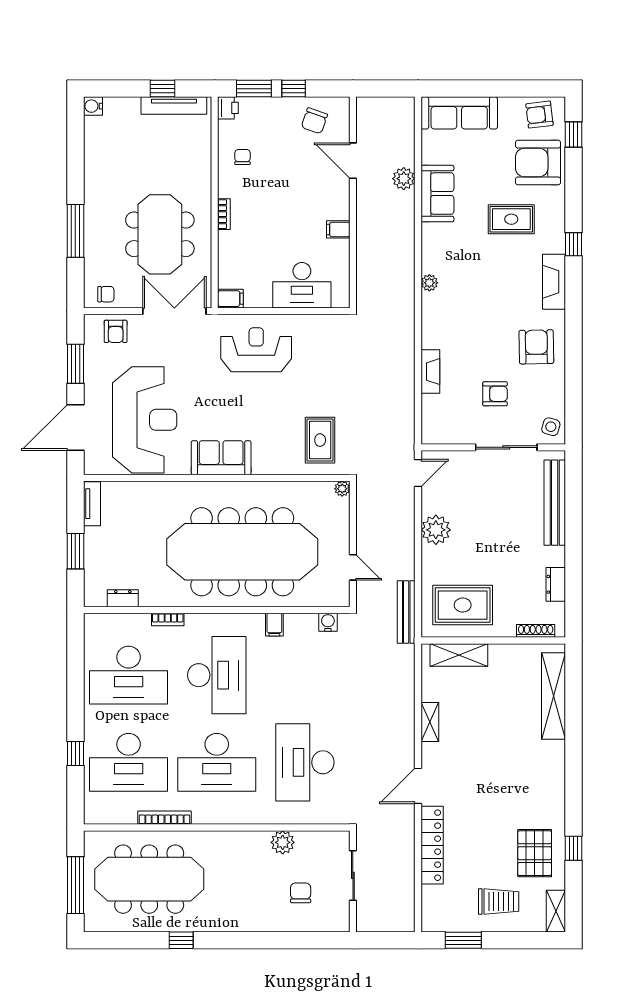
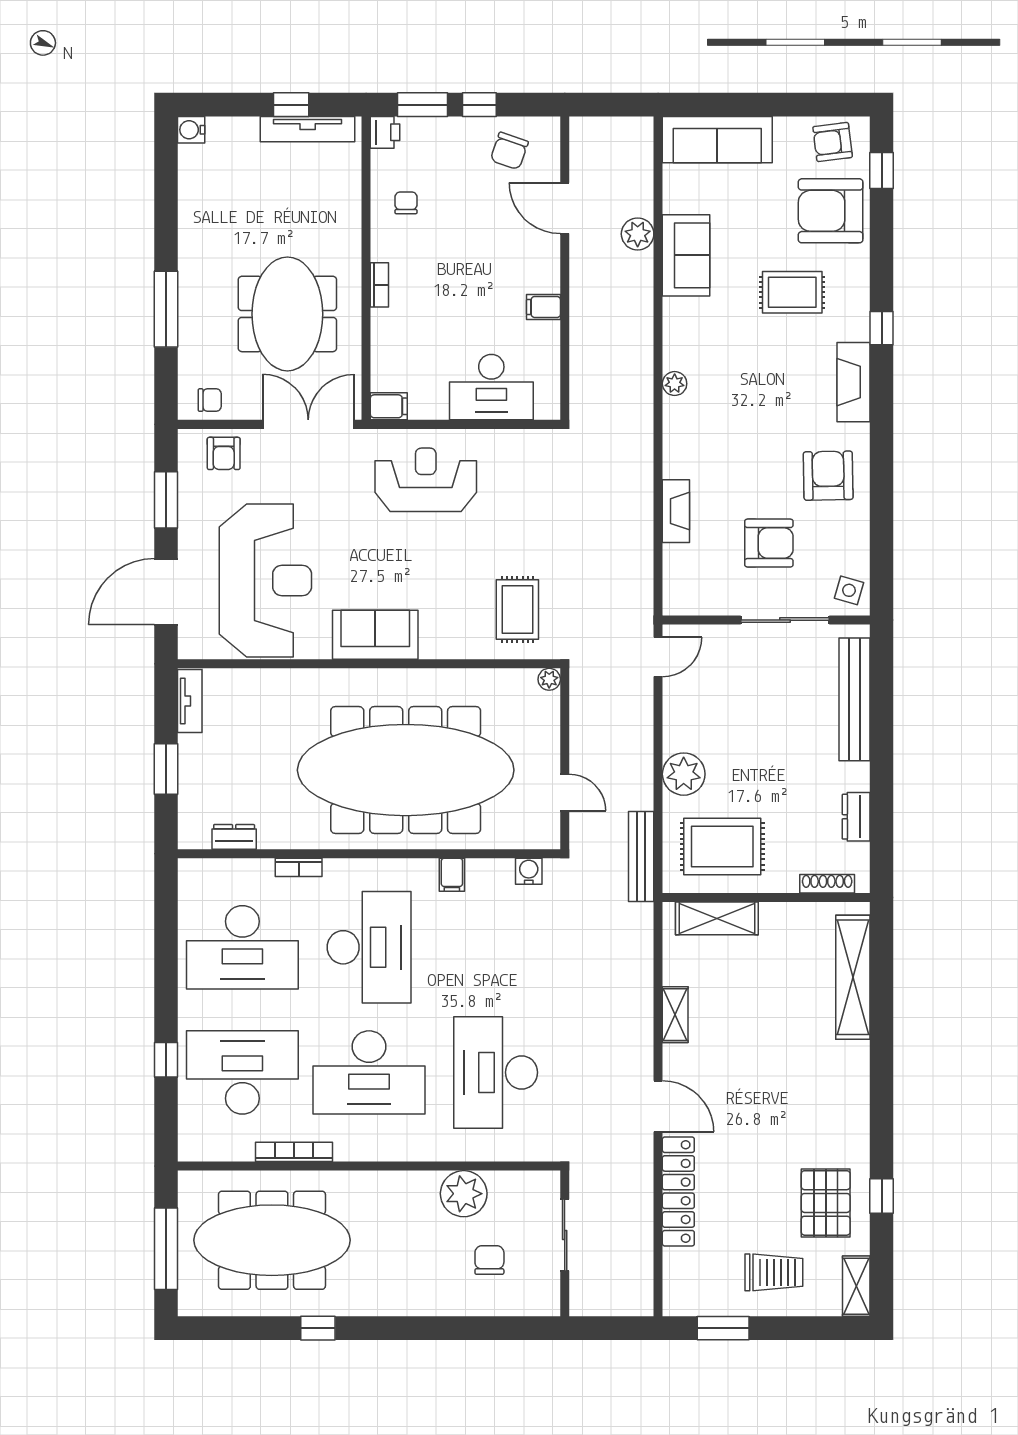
armchair: (495, 394) -> (769, 543), width x1.38, depth x1.38
plant: (436, 530) -> (684, 774), moved
desk: (129, 762) -> (242, 1072), turned 180
door: (418, 786) -> (658, 1106), swing flipped
plant: (283, 842) -> (464, 1194), width x1.36, depth x1.36

